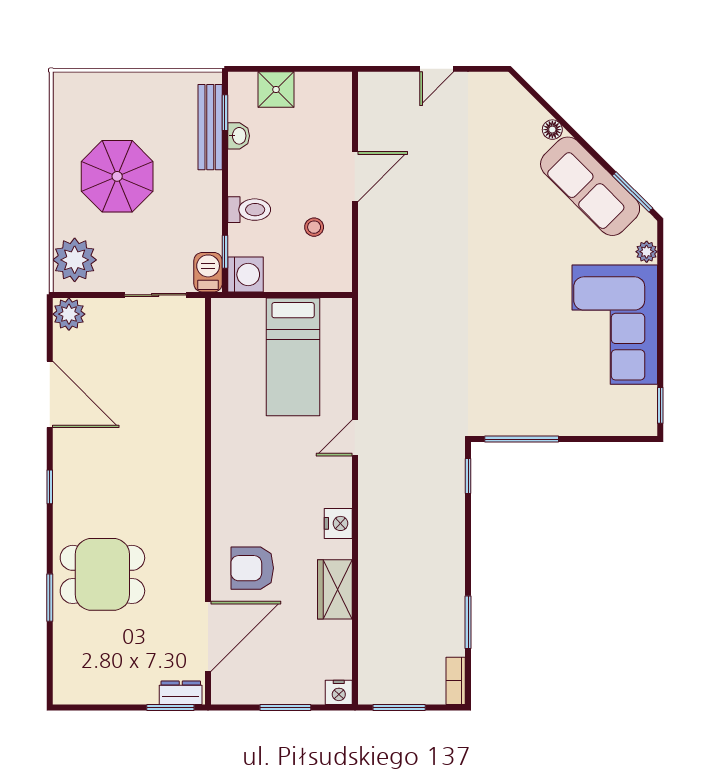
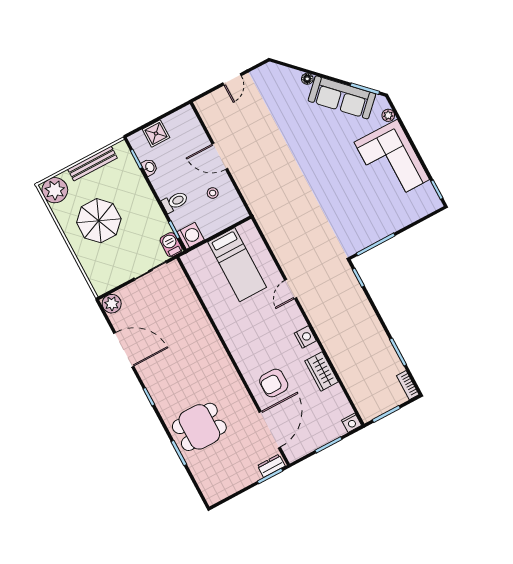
bench: (210, 127) -> (92, 164), moved, turned 90
door: (355, 177) -> (220, 156), swing flipped
plant: (75, 260) -> (55, 190), moved

